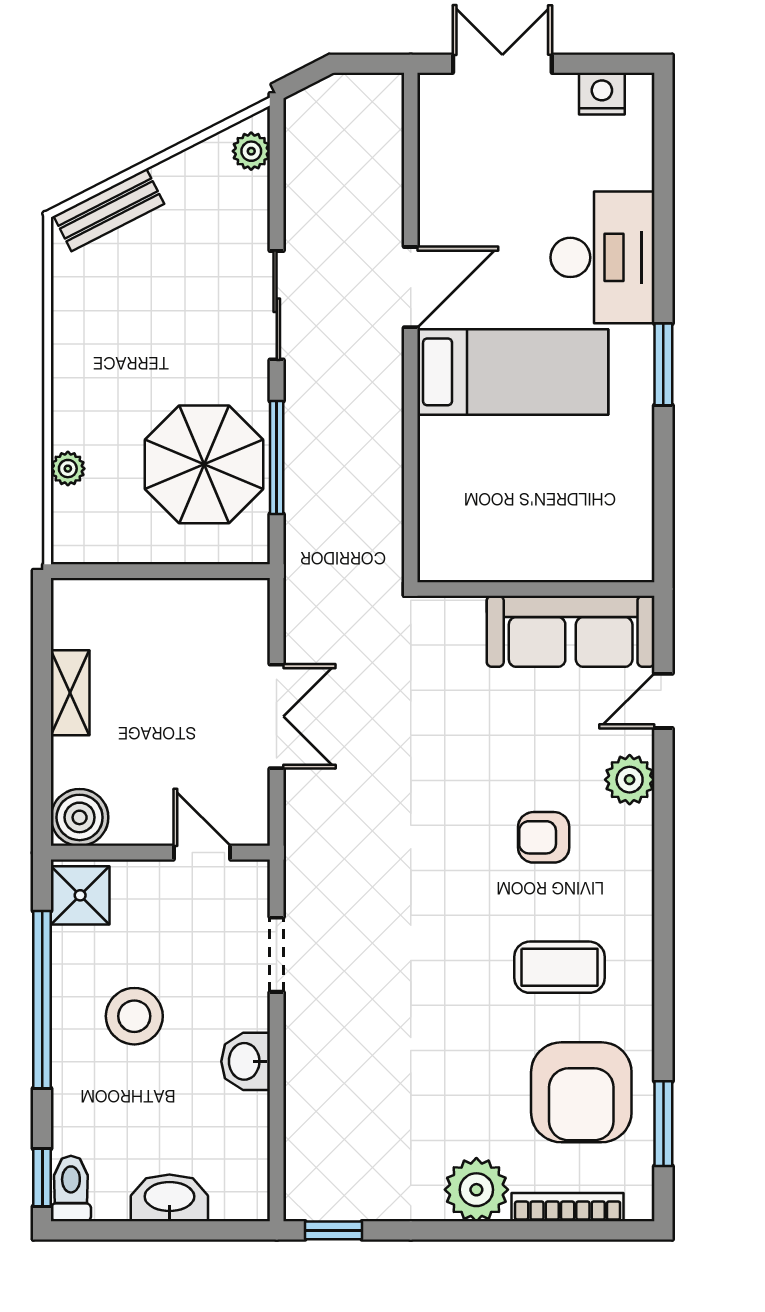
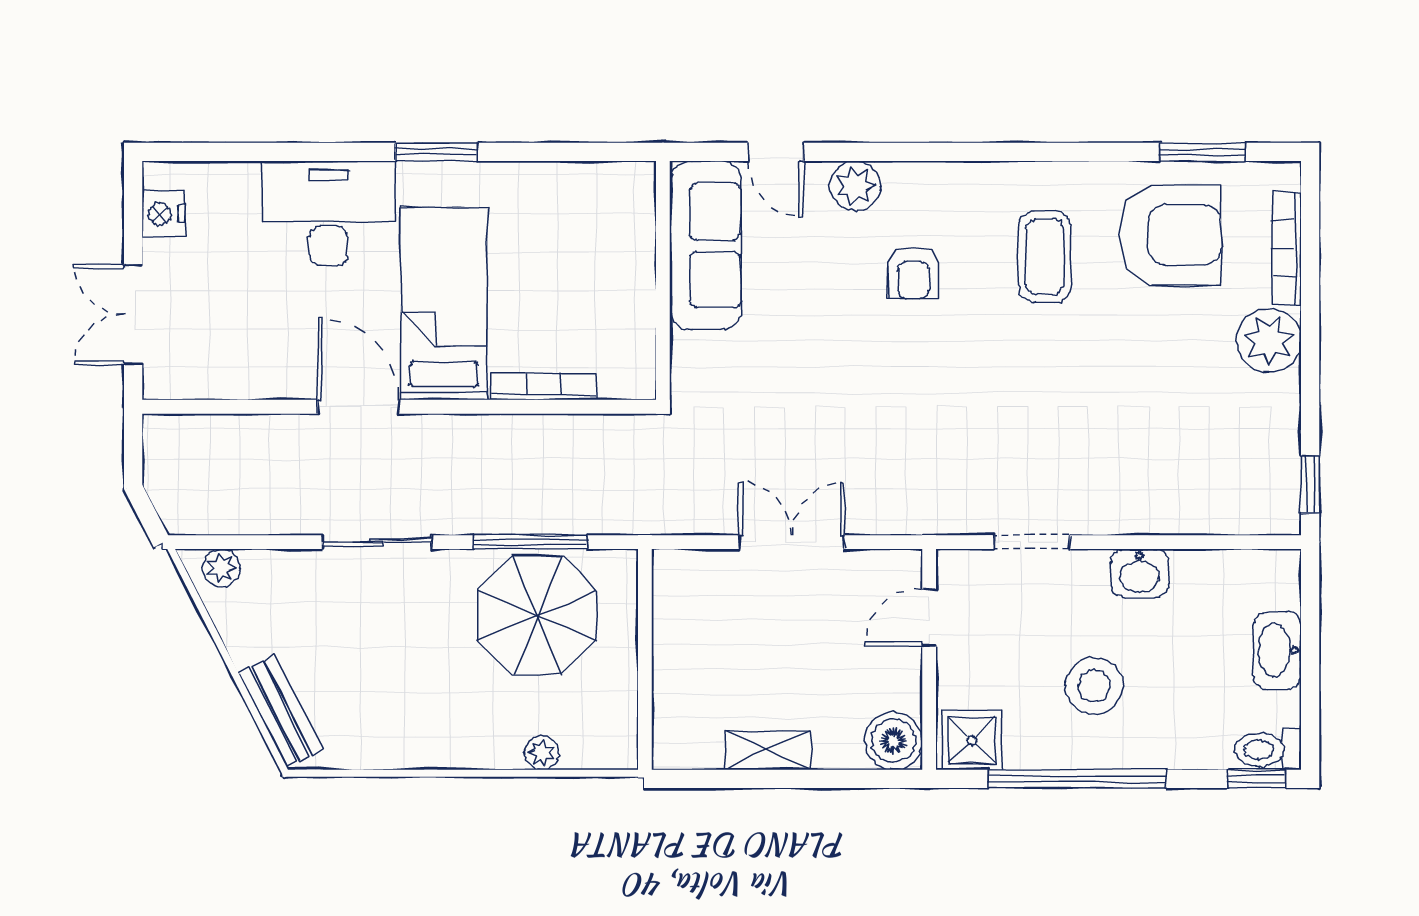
bookcase: (431, 471) -> (544, 387), added

